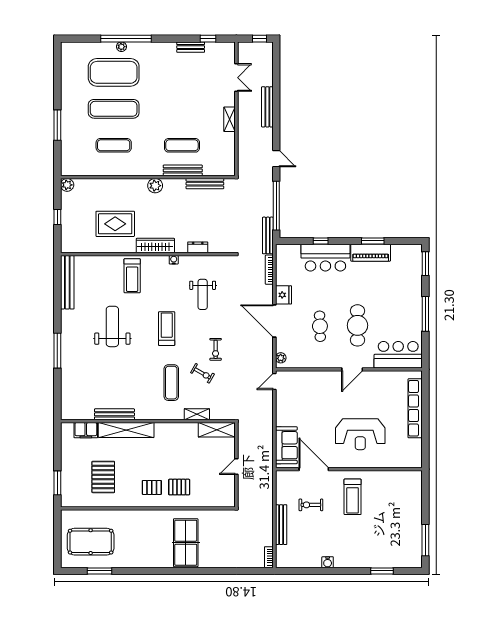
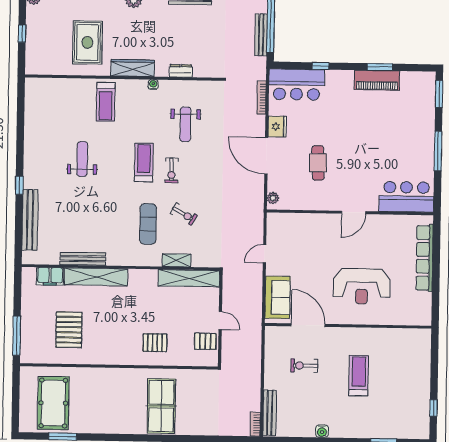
rug: (115, 224) -> (87, 42), turned 90
bench: (268, 235) -> (261, 35), moved
bar counter: (325, 258) -> (297, 85), moved
bench: (67, 282) -> (30, 220), moved
cafe table: (357, 325) -> (361, 163), removed
weight bench: (112, 326) -> (82, 159), width x0.73, depth x0.75
exercise bike: (216, 349) -> (172, 170), moved
window: (57, 351) -> (19, 185), width x0.46
door: (274, 381) -> (265, 254), moved
shelving: (217, 430) -> (189, 278), width x1.47
door: (236, 467) -> (220, 321), swing flipped
window: (57, 483) -> (17, 336), width x1.44
pallet: (152, 487) -> (205, 341), moved
treadmill: (353, 497) -> (359, 376), moved, turned 180
bench: (281, 525) -> (270, 413), moved
window: (425, 540) -> (434, 408), width x0.46
pool table: (91, 542) -> (53, 403), turned 90

